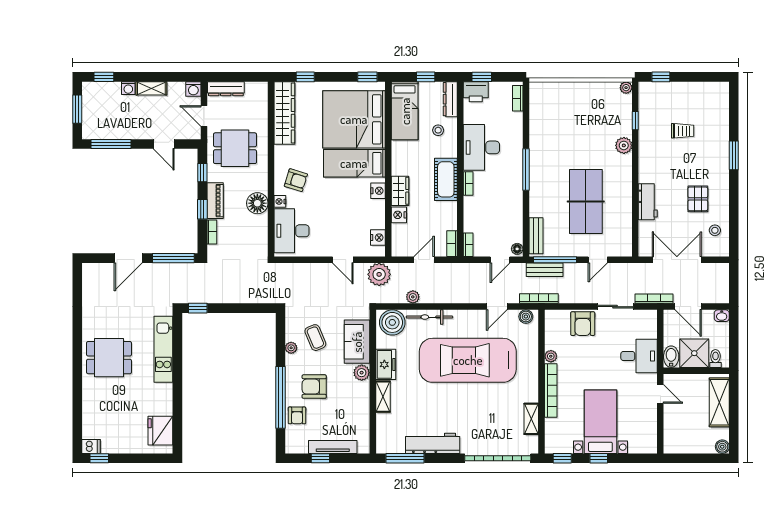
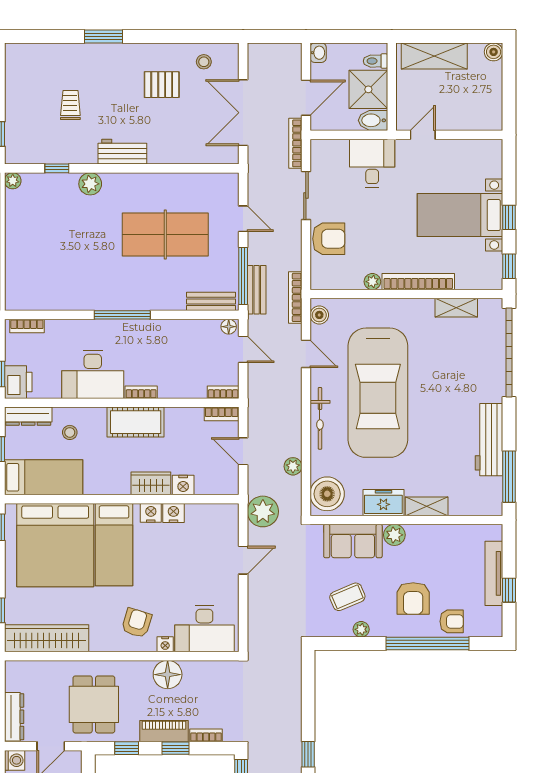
workbench: (648, 202) -> (122, 152), moved
nightstand: (378, 238) -> (173, 513), moved
bicycle: (429, 317) -> (320, 418), moved

